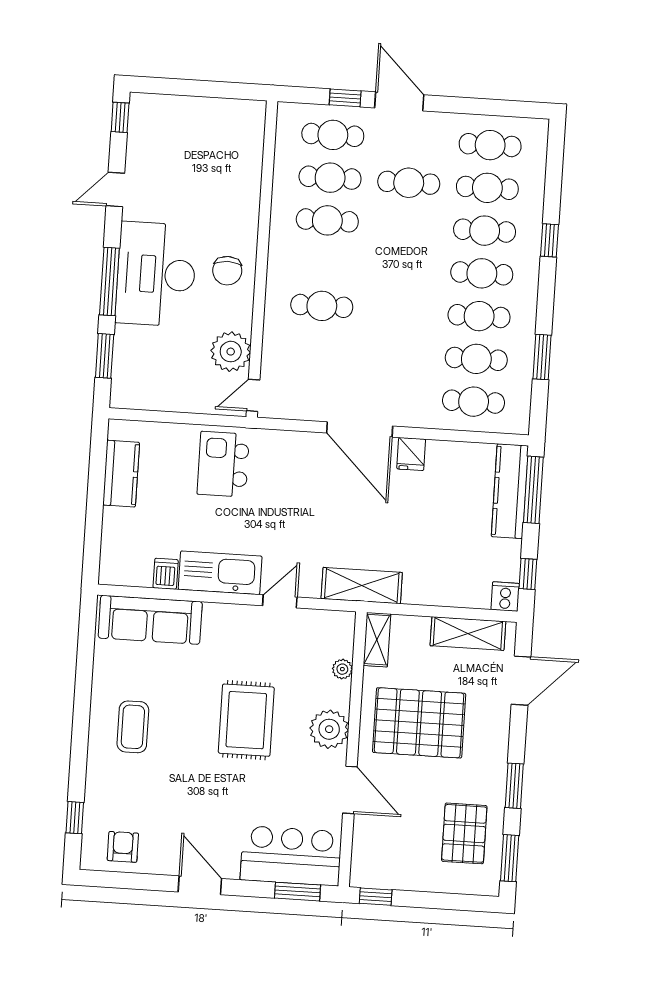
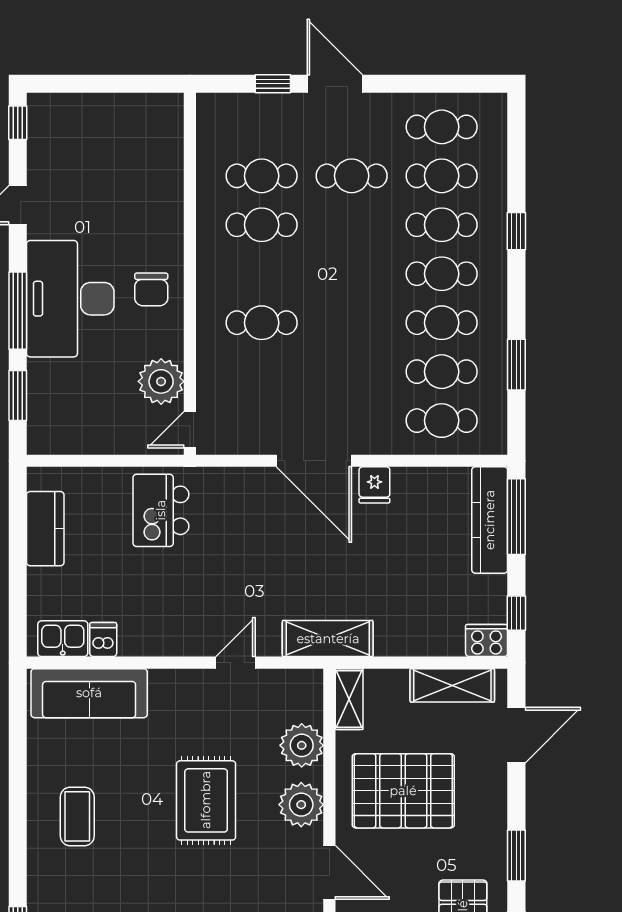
cafe table: (333, 135) -> (262, 127), removed
kitchen sink: (220, 573) -> (63, 639), moved, width x0.53, depth x0.81
cooker: (505, 597) -> (487, 641), width x1.36
plant: (342, 669) -> (302, 745), width x1.87, depth x1.87

